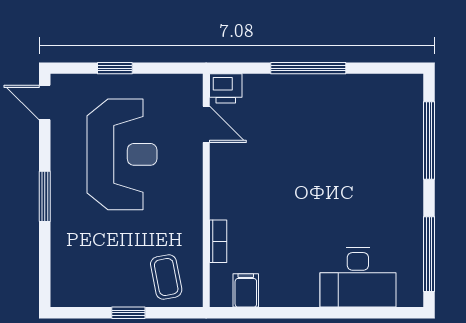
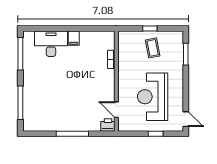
window: (45, 196) -> (186, 54), moved
coffee table: (166, 277) -> (153, 48), moved
filing cabinet: (246, 290) -> (74, 38), moved

